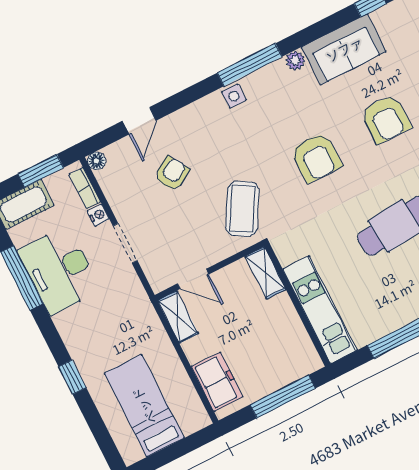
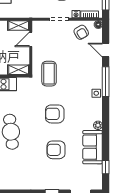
window: (250, 65) -> (106, 82), moved
armchair: (172, 174) -> (81, 32), moved
coffee table: (242, 209) -> (49, 74), turned 60

